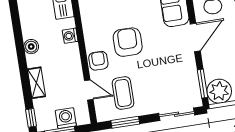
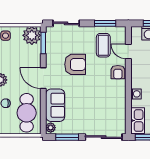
door: (195, 37) -> (43, 78), hinge flipped
armchair: (128, 42) -> (75, 64), moved, turned -90

